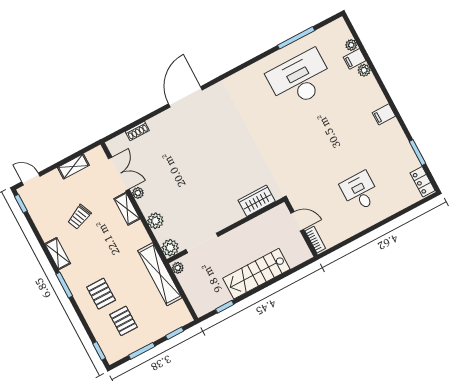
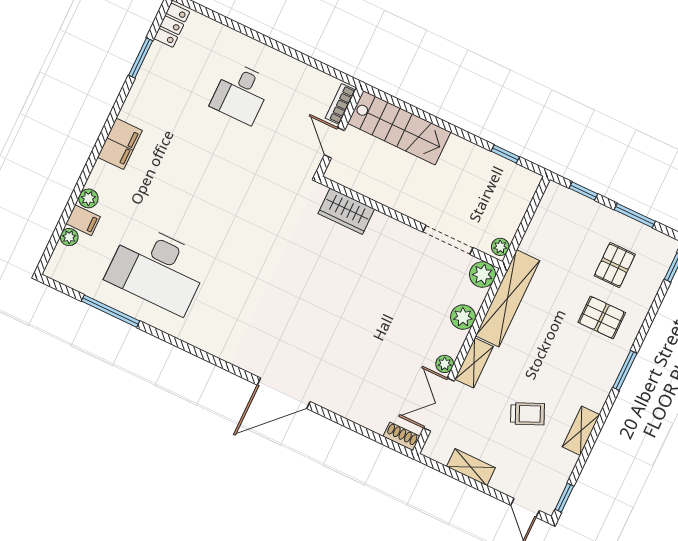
filing cabinet: (384, 114) -> (120, 144), width x2.00
shoe rack: (137, 131) -> (401, 436), moved
shelving: (58, 254) -> (581, 431), moved
shelving: (160, 274) -> (508, 298), moved
stairs: (256, 274) -> (399, 128), moved
pallet: (101, 294) -> (602, 317), turned 90

